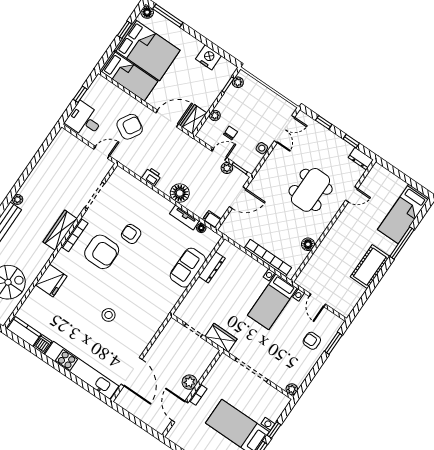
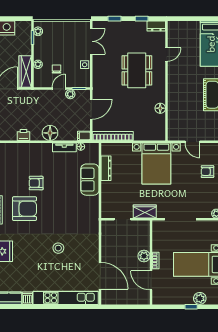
wardrobe: (194, 119) -> (25, 72), width x1.50
bookcase: (268, 258) -> (113, 136), moved
bed with nightstands: (272, 302) -> (156, 164), width x1.36

